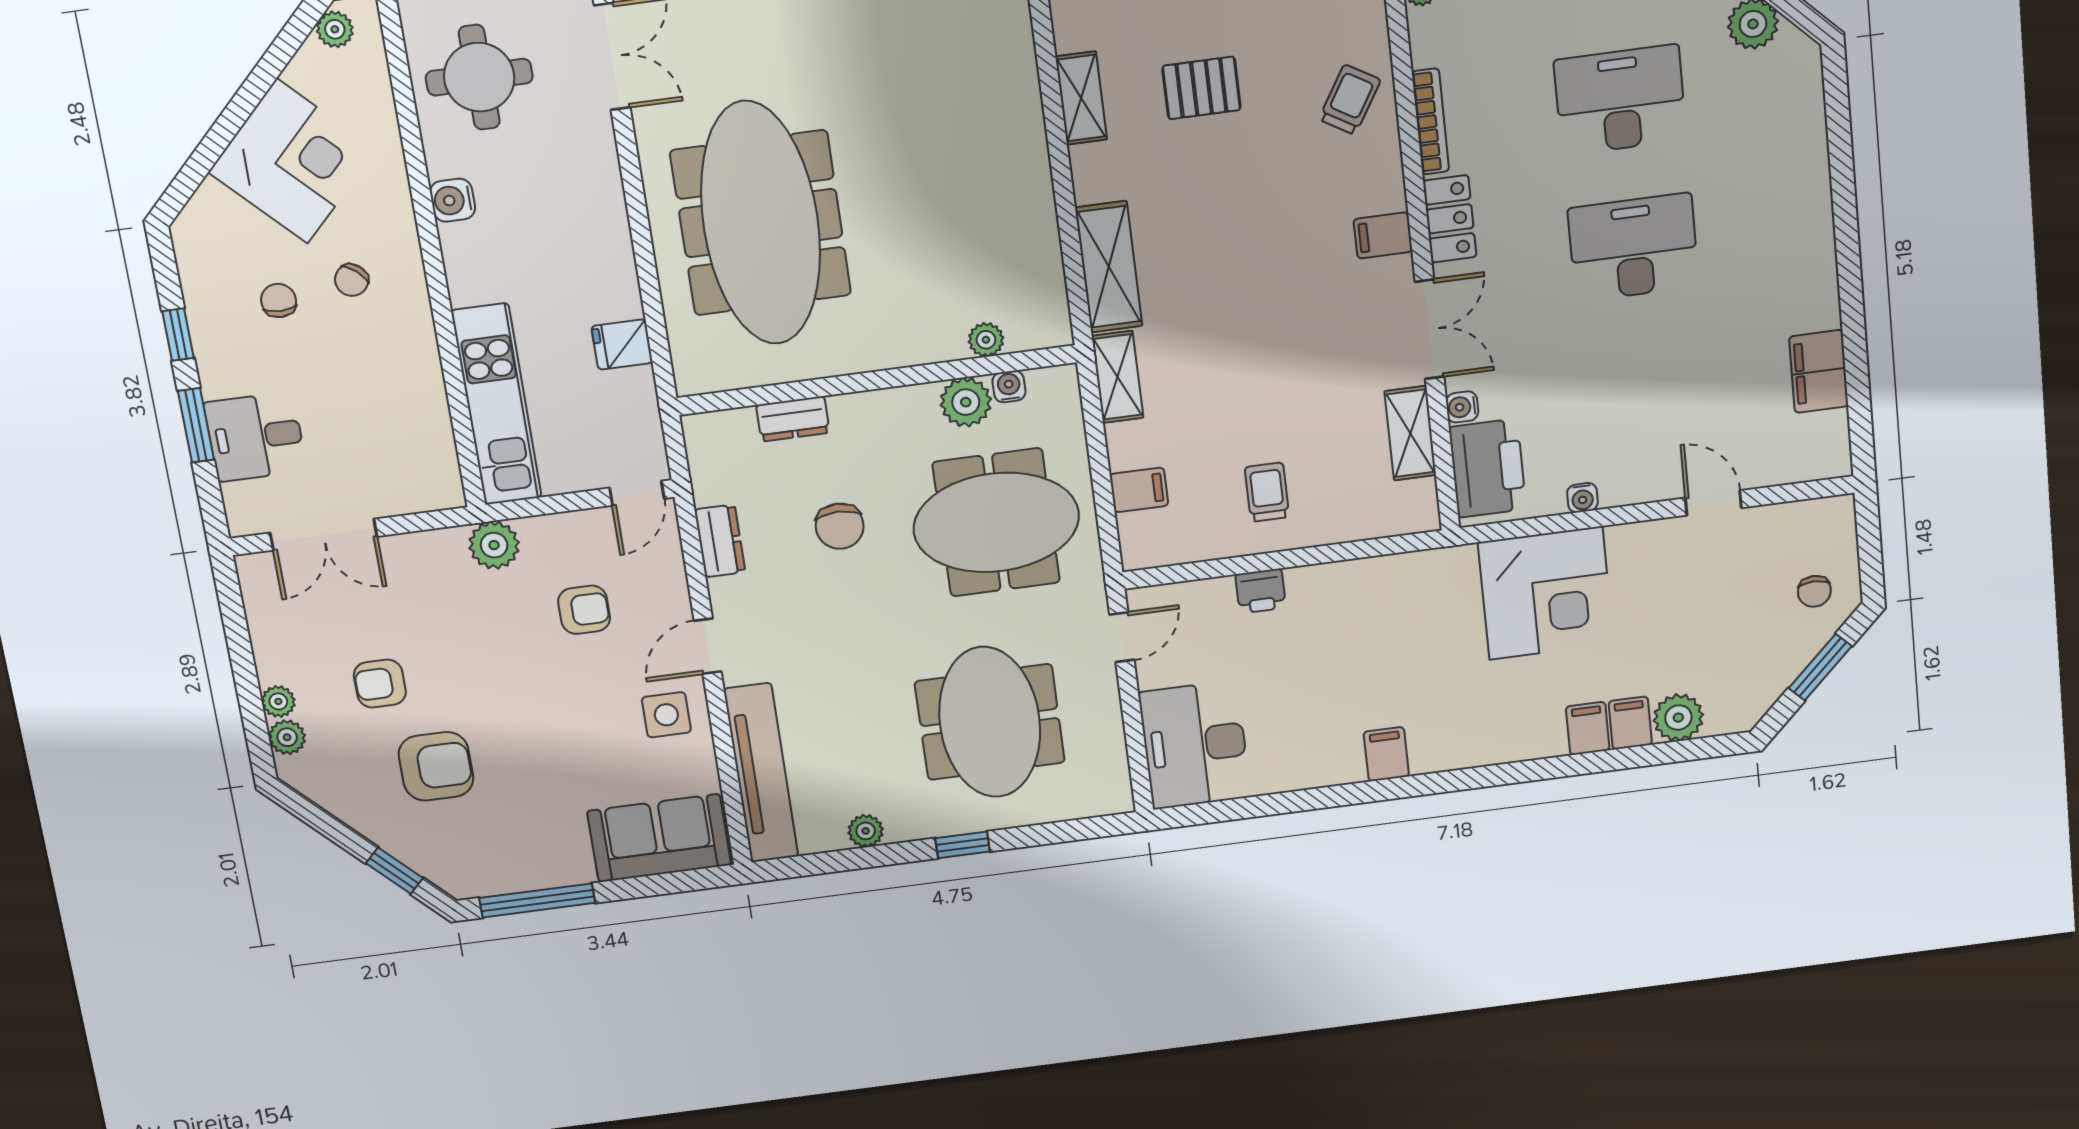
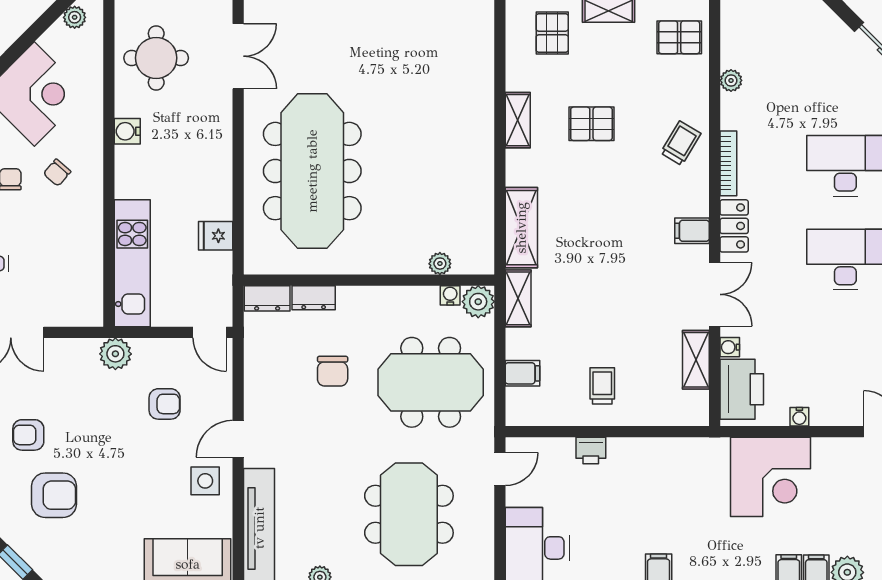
plant: (966, 402) -> (478, 302), moved
door: (637, 493) -> (210, 332), hinge flipped
dresser: (720, 541) -> (267, 298), moved, turned 90

